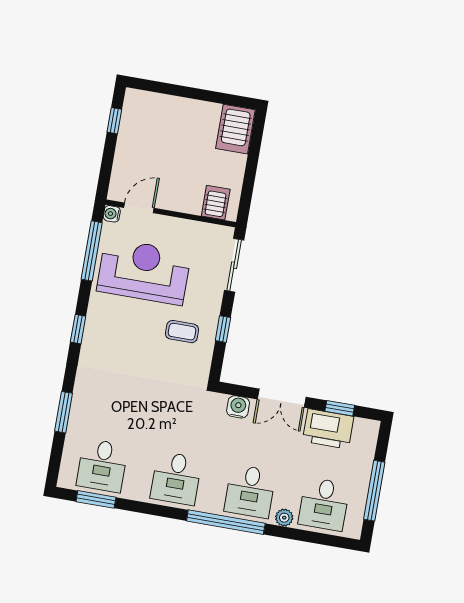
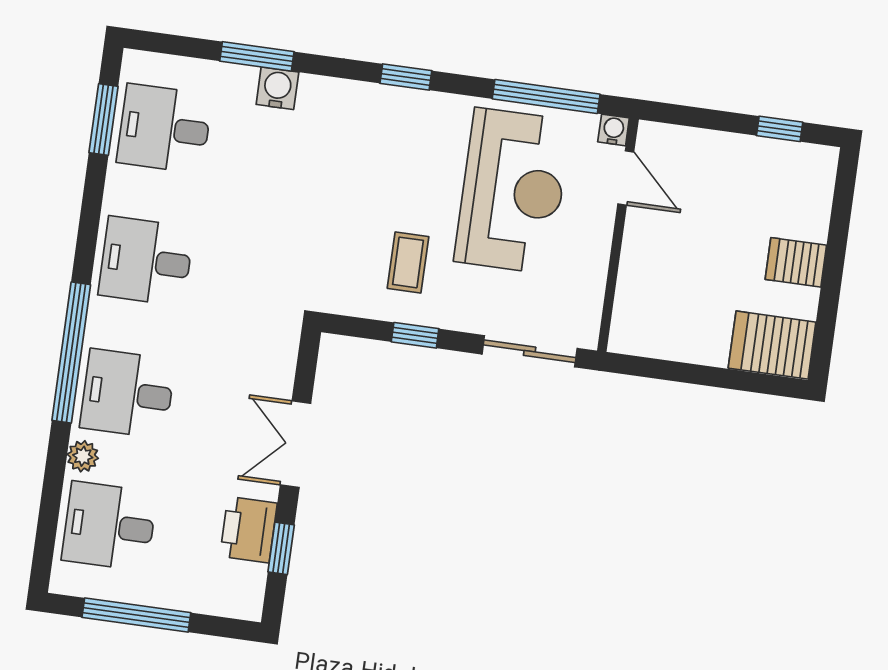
server rack: (216, 203) -> (796, 262), moved, turned 180
water cooler: (238, 407) -> (277, 88), moved, turned -90
printer: (328, 429) -> (249, 530), width x0.73, depth x0.84

